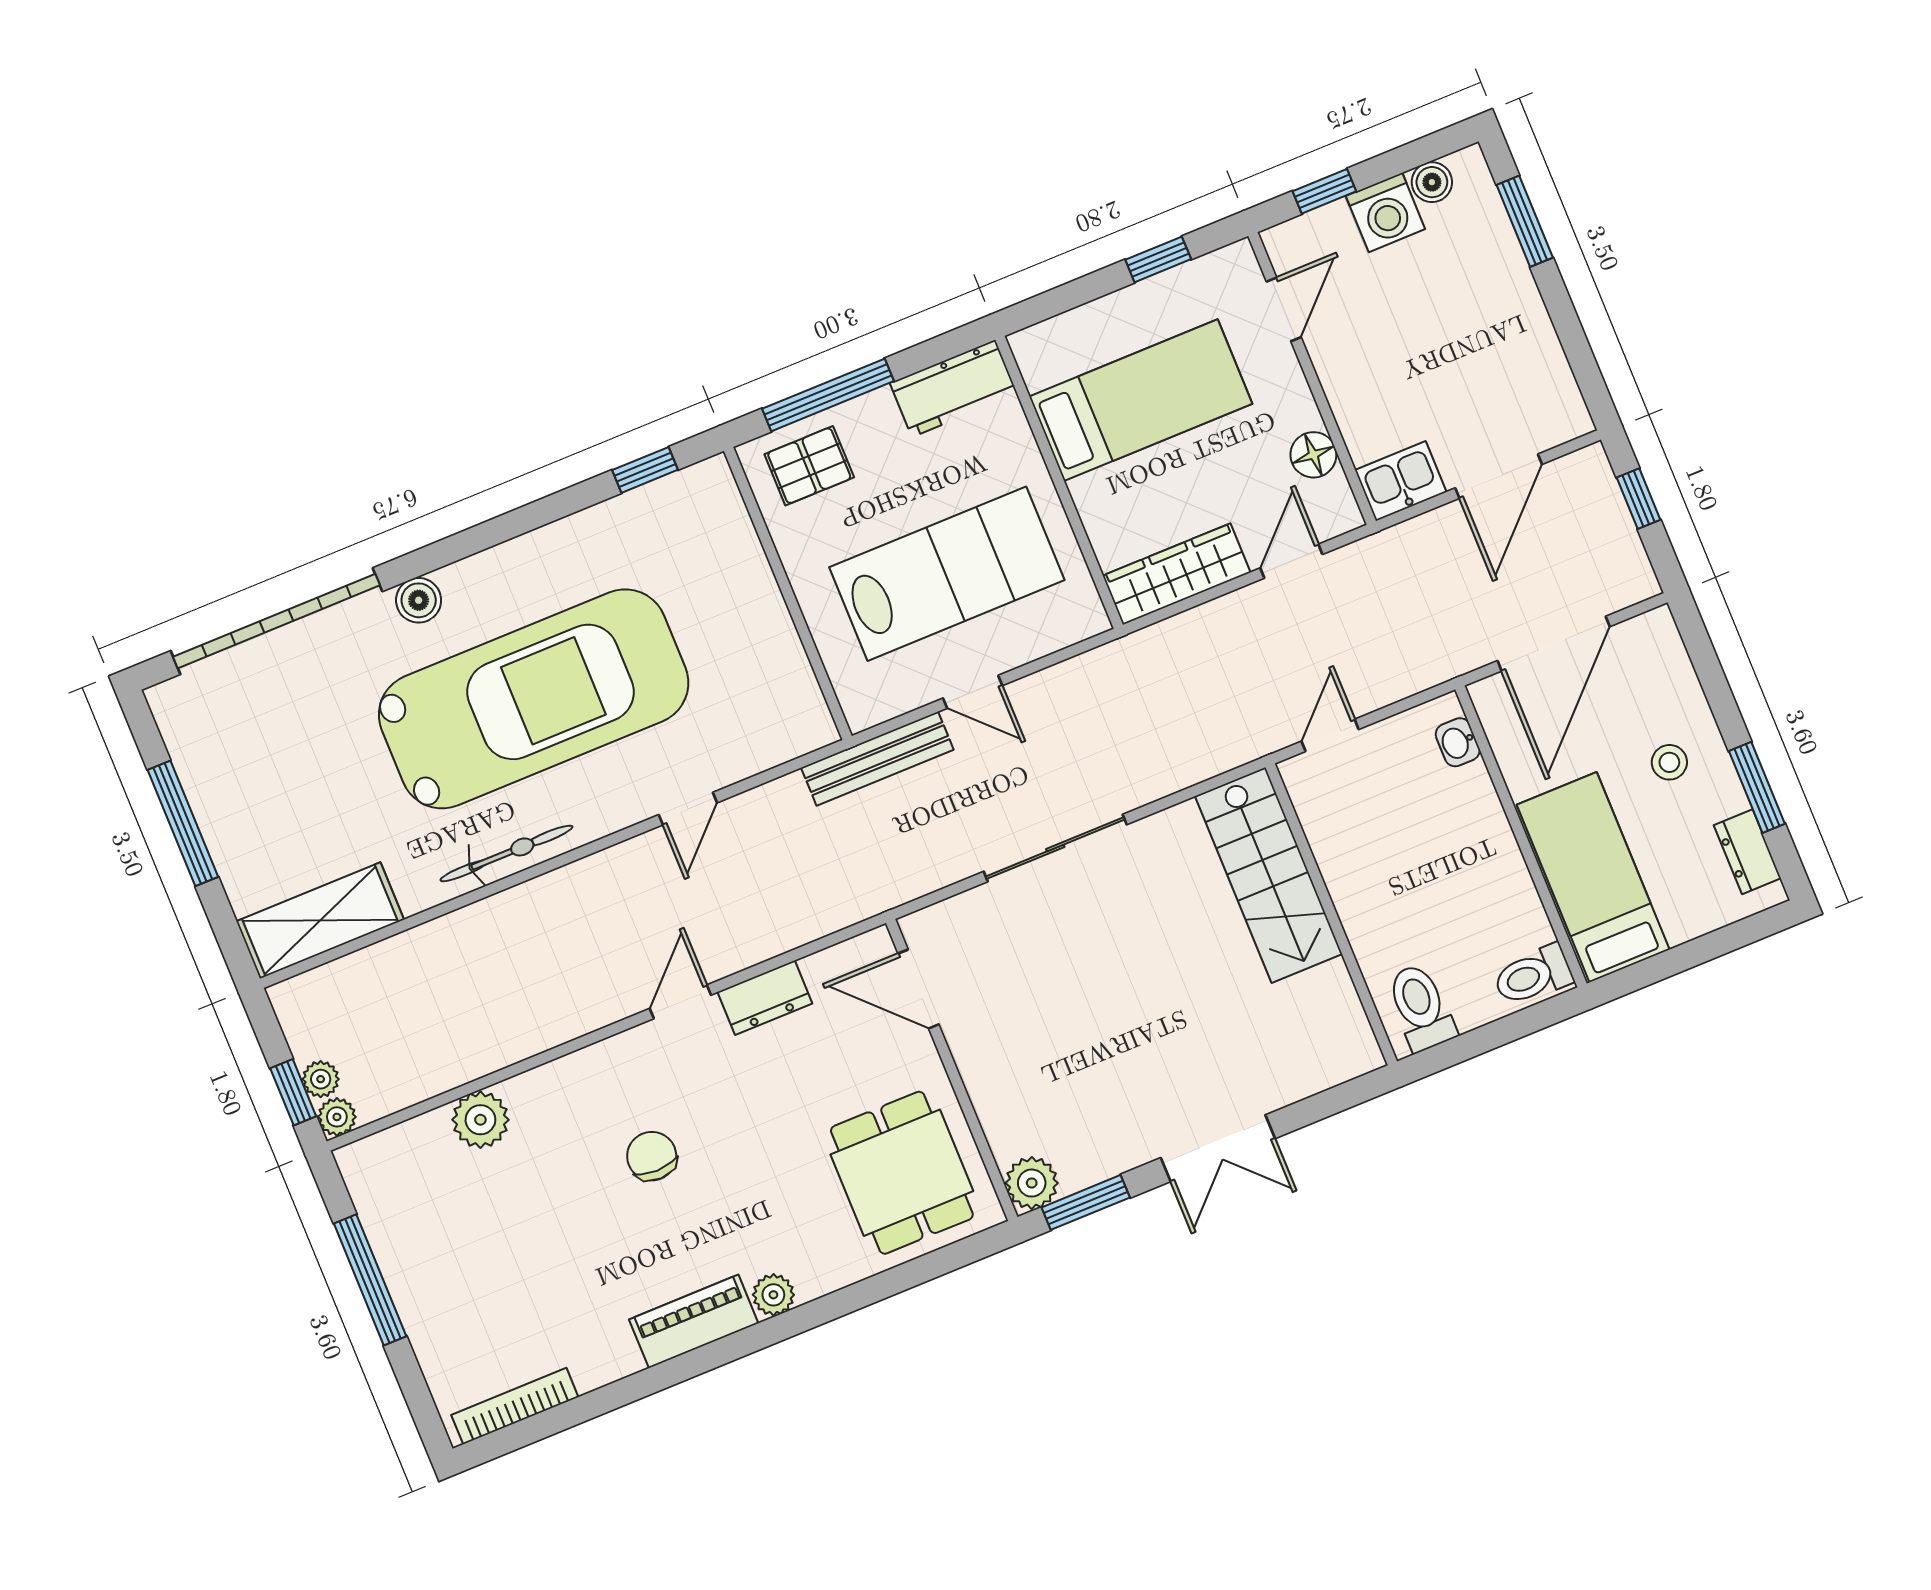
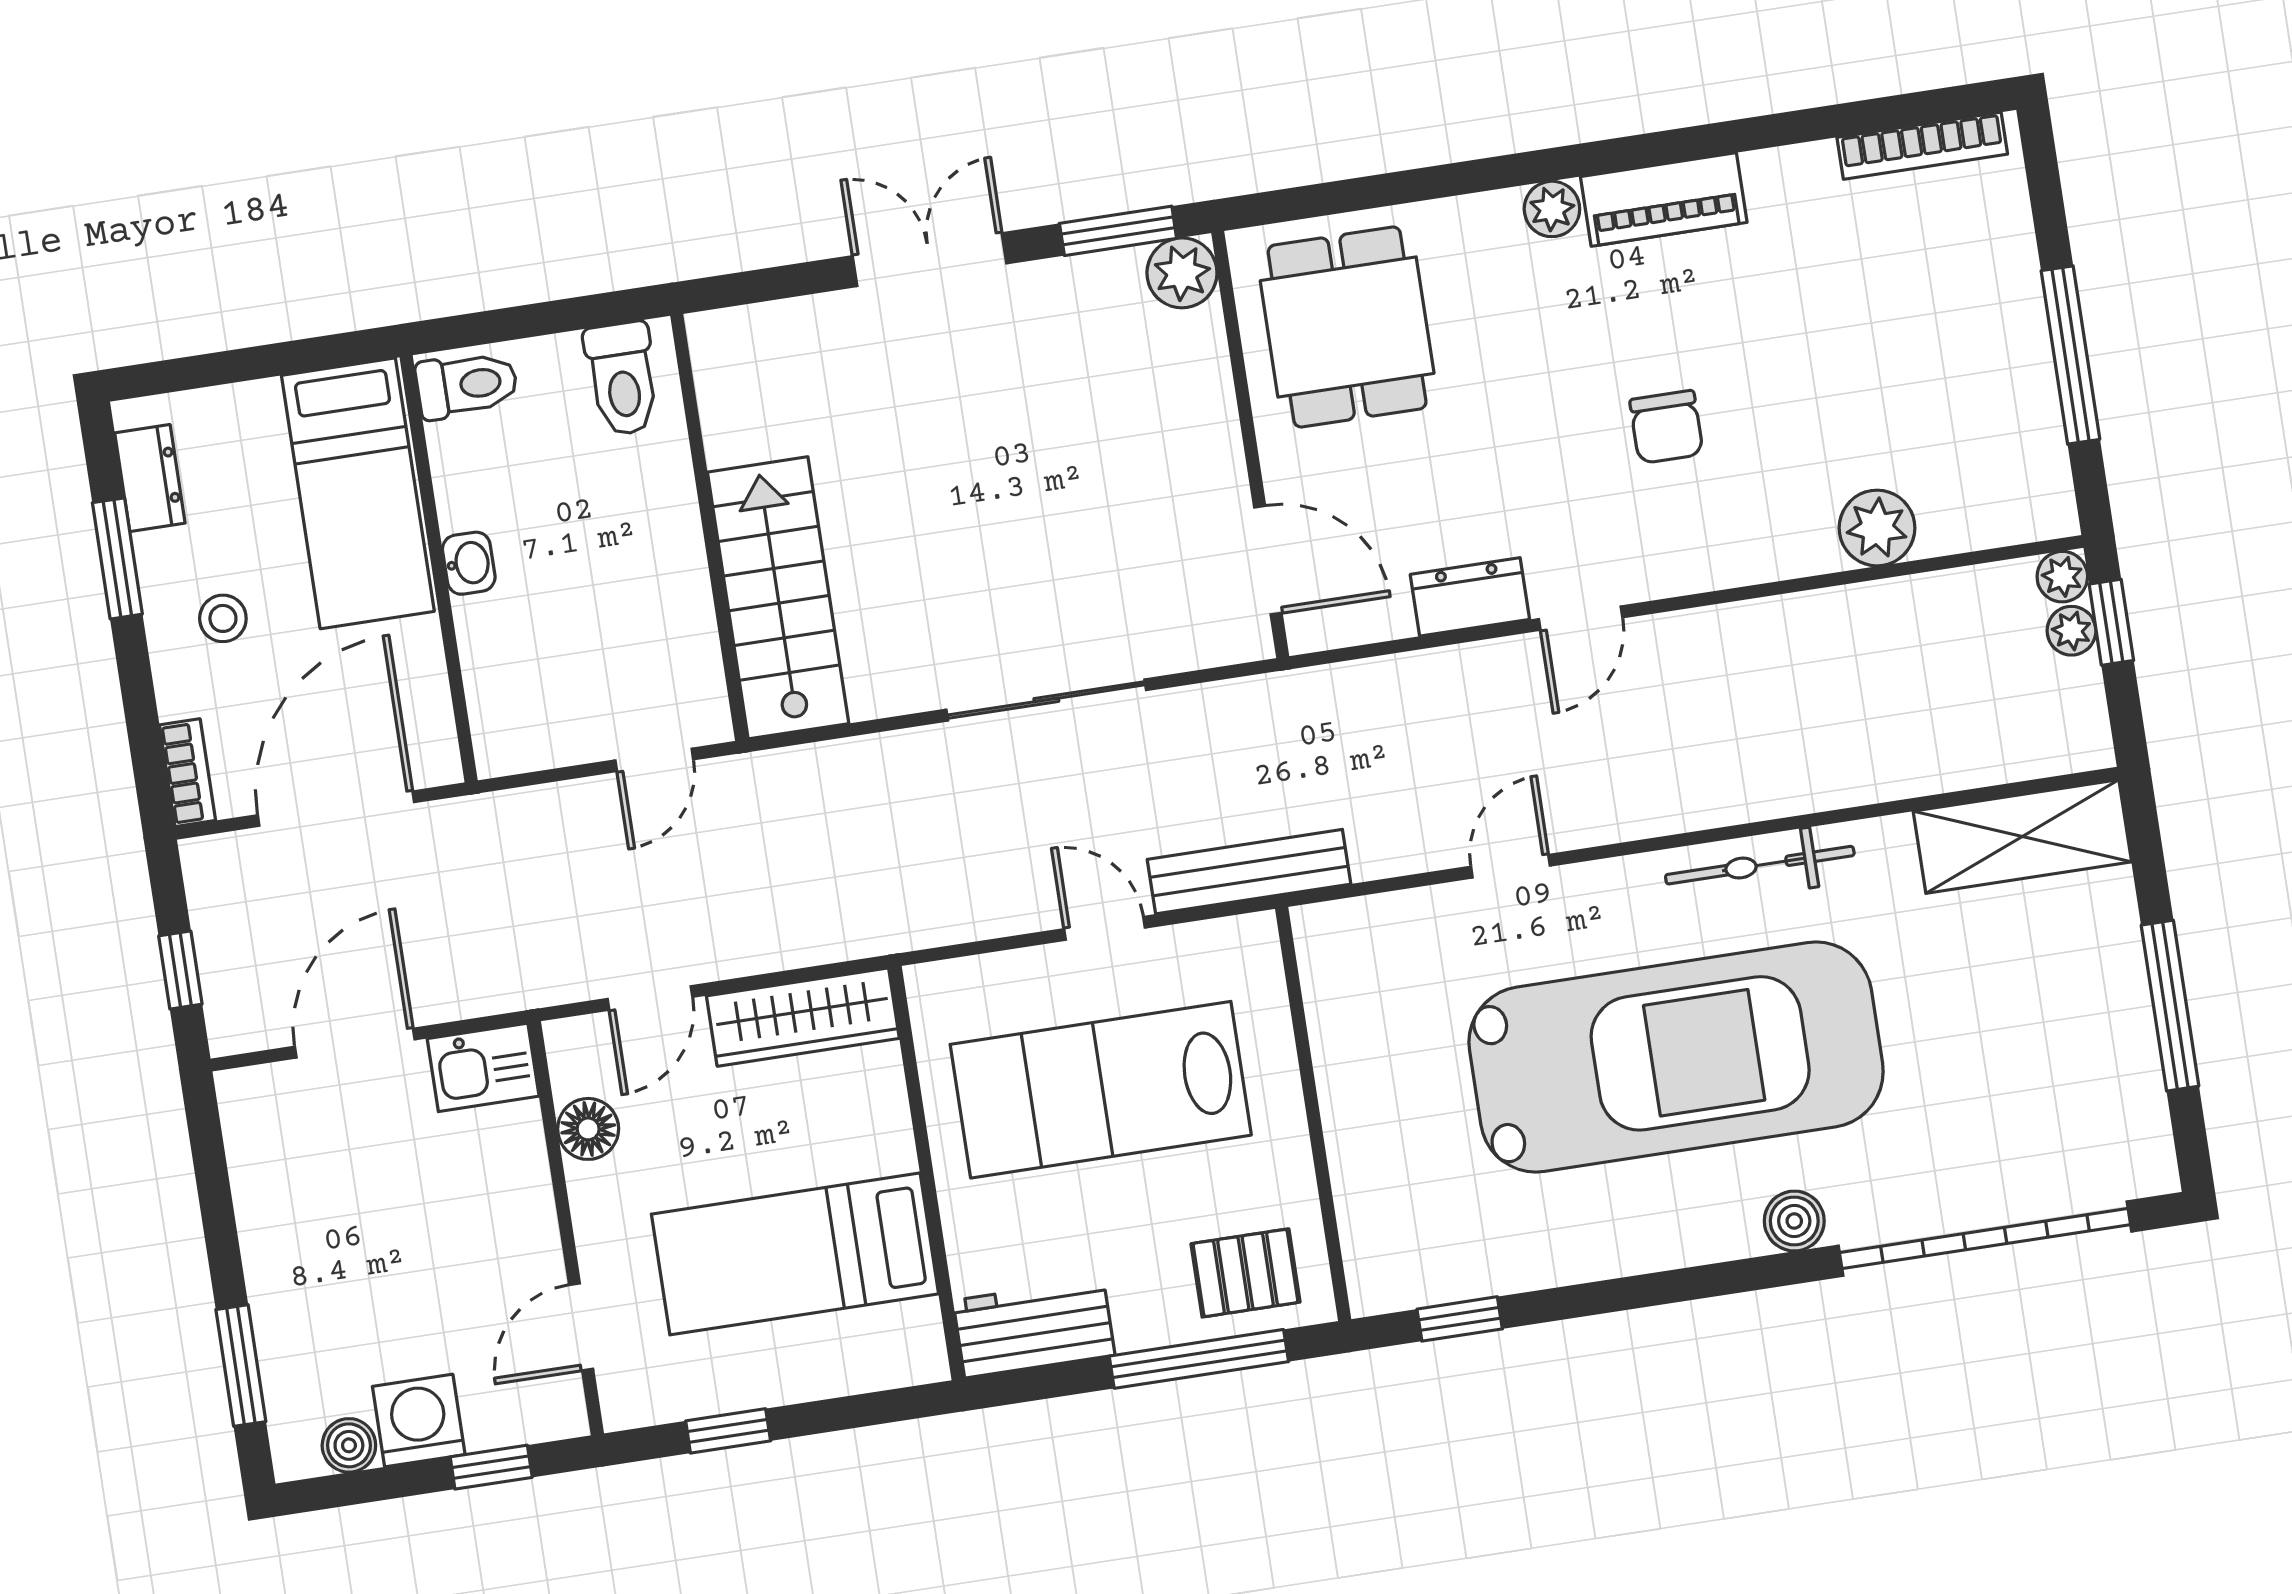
bookcase: (1668, 644) -> (187, 773), added
car: (534, 699) -> (1676, 1057), turned 180
washbasin: (1458, 742) -> (469, 563), moved

